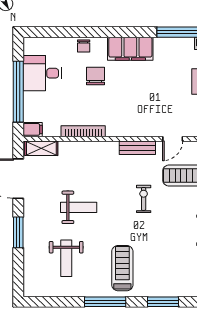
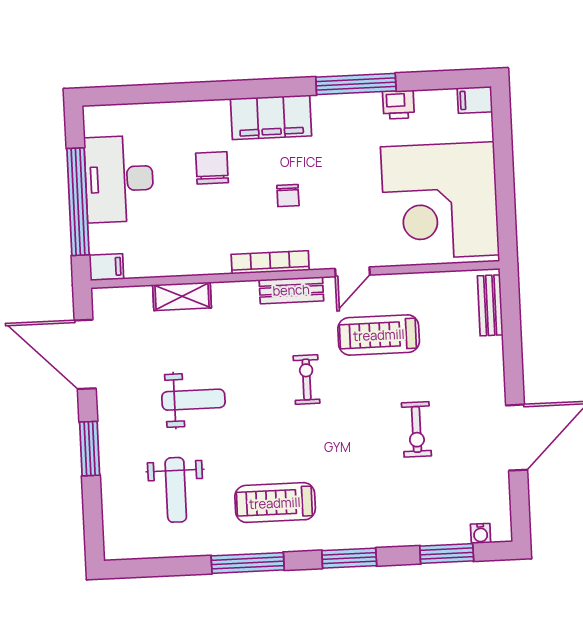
chair: (84, 46) -> (288, 196), moved
desk: (42, 73) -> (119, 179), width x1.37
bookcase: (83, 131) -> (270, 262), moved
shelving: (41, 148) -> (182, 296), moved
treadmill: (122, 268) -> (275, 503), turned -90

